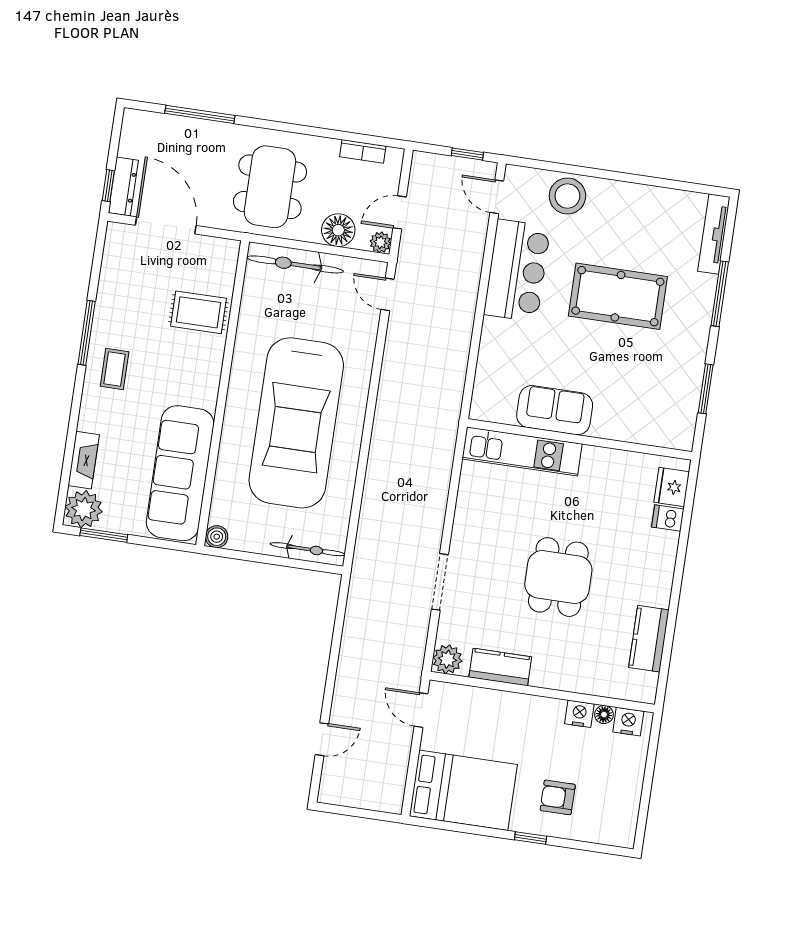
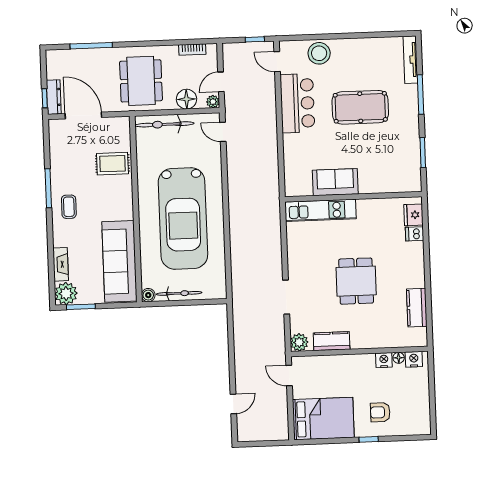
bicycle: (307, 549) -> (179, 293), moved

